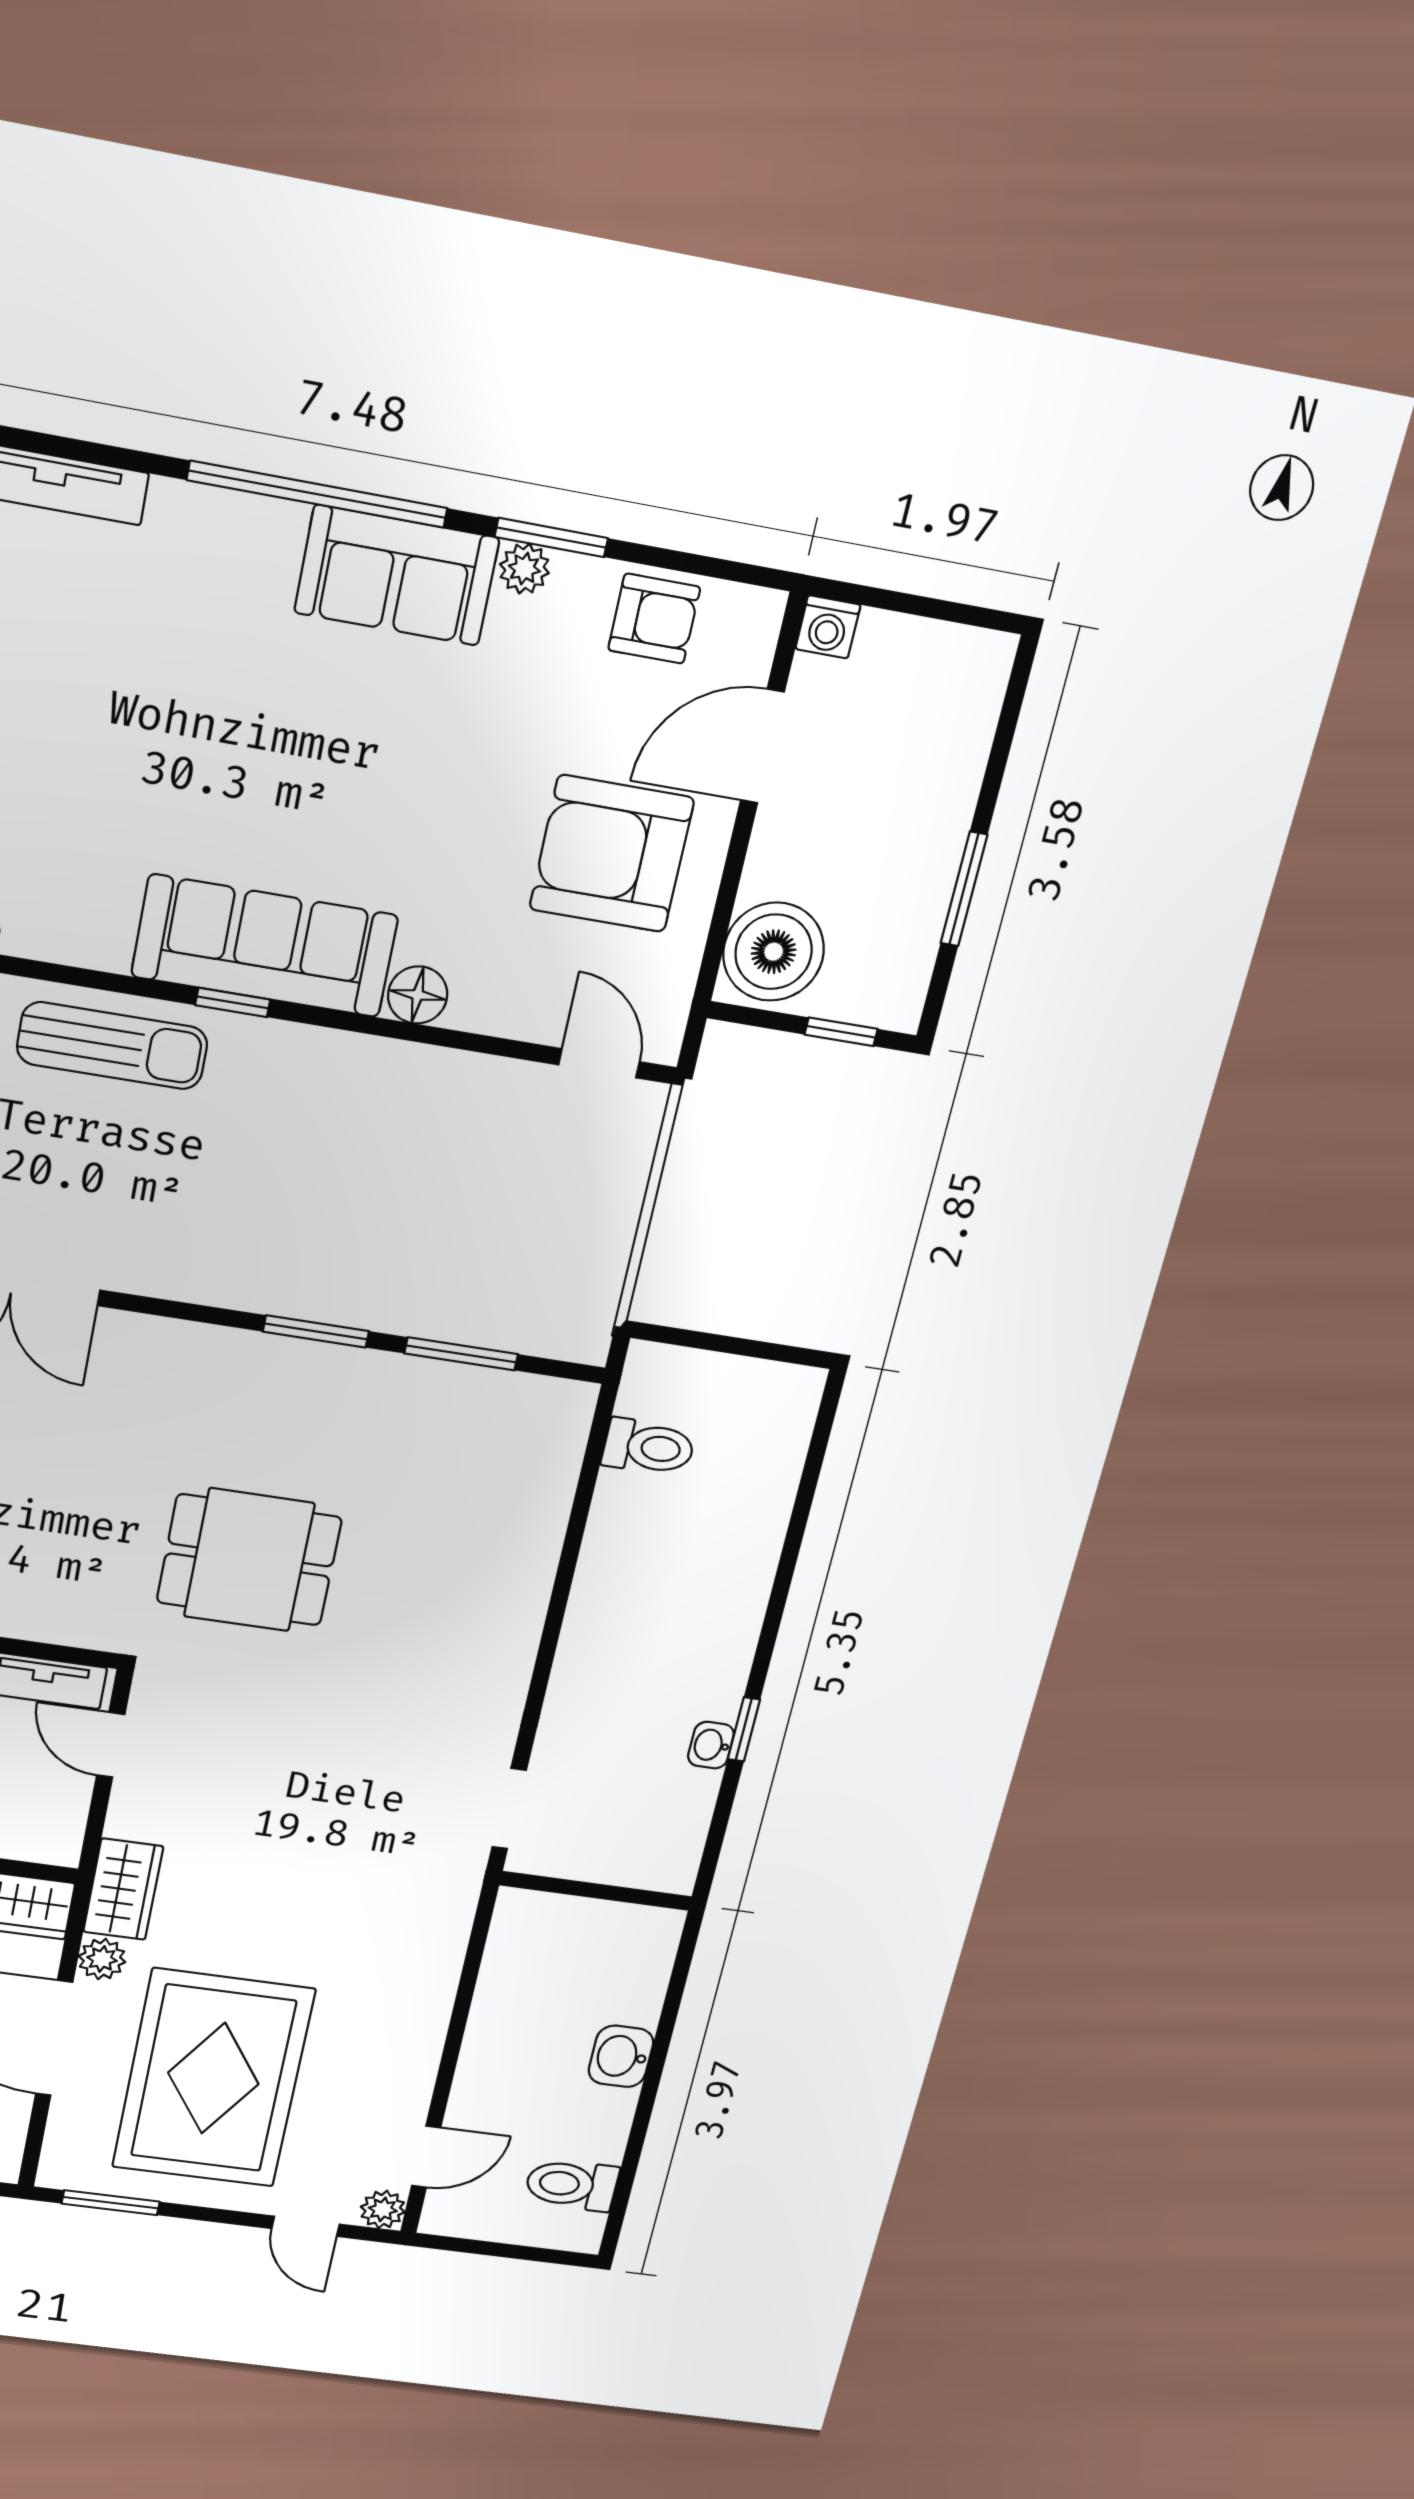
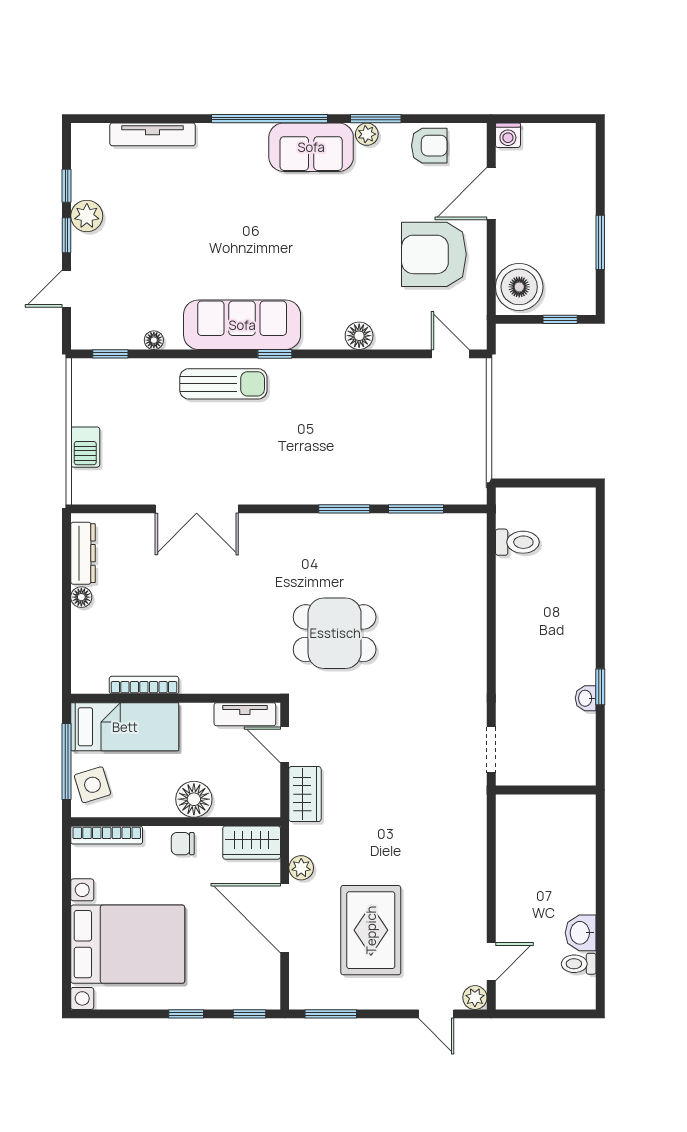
sofa: (265, 946) -> (242, 325), moved
wardrobe: (123, 1889) -> (305, 794), moved
washbasin: (621, 2056) -> (581, 933), moved
rug: (213, 2078) -> (371, 930), width x0.73, depth x0.69
toilet: (572, 2185) -> (579, 964), width x0.73, depth x0.72

